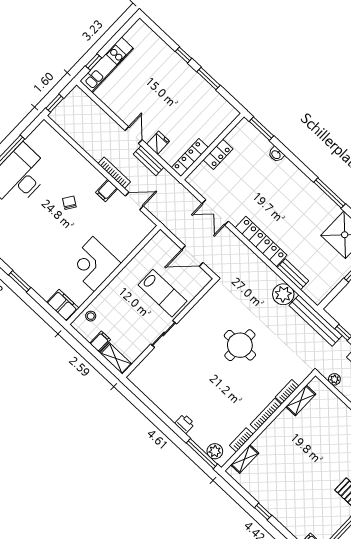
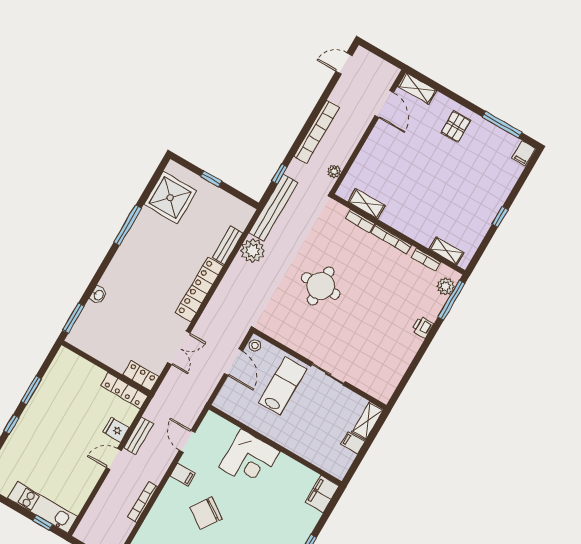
locker: (218, 154) -> (141, 376), moved
bookcase: (114, 173) -> (143, 502), moved
chair: (69, 203) -> (206, 513), width x1.87, depth x1.87
corner desk: (94, 264) -> (249, 459), moved
stool: (91, 316) -> (255, 345), moved

